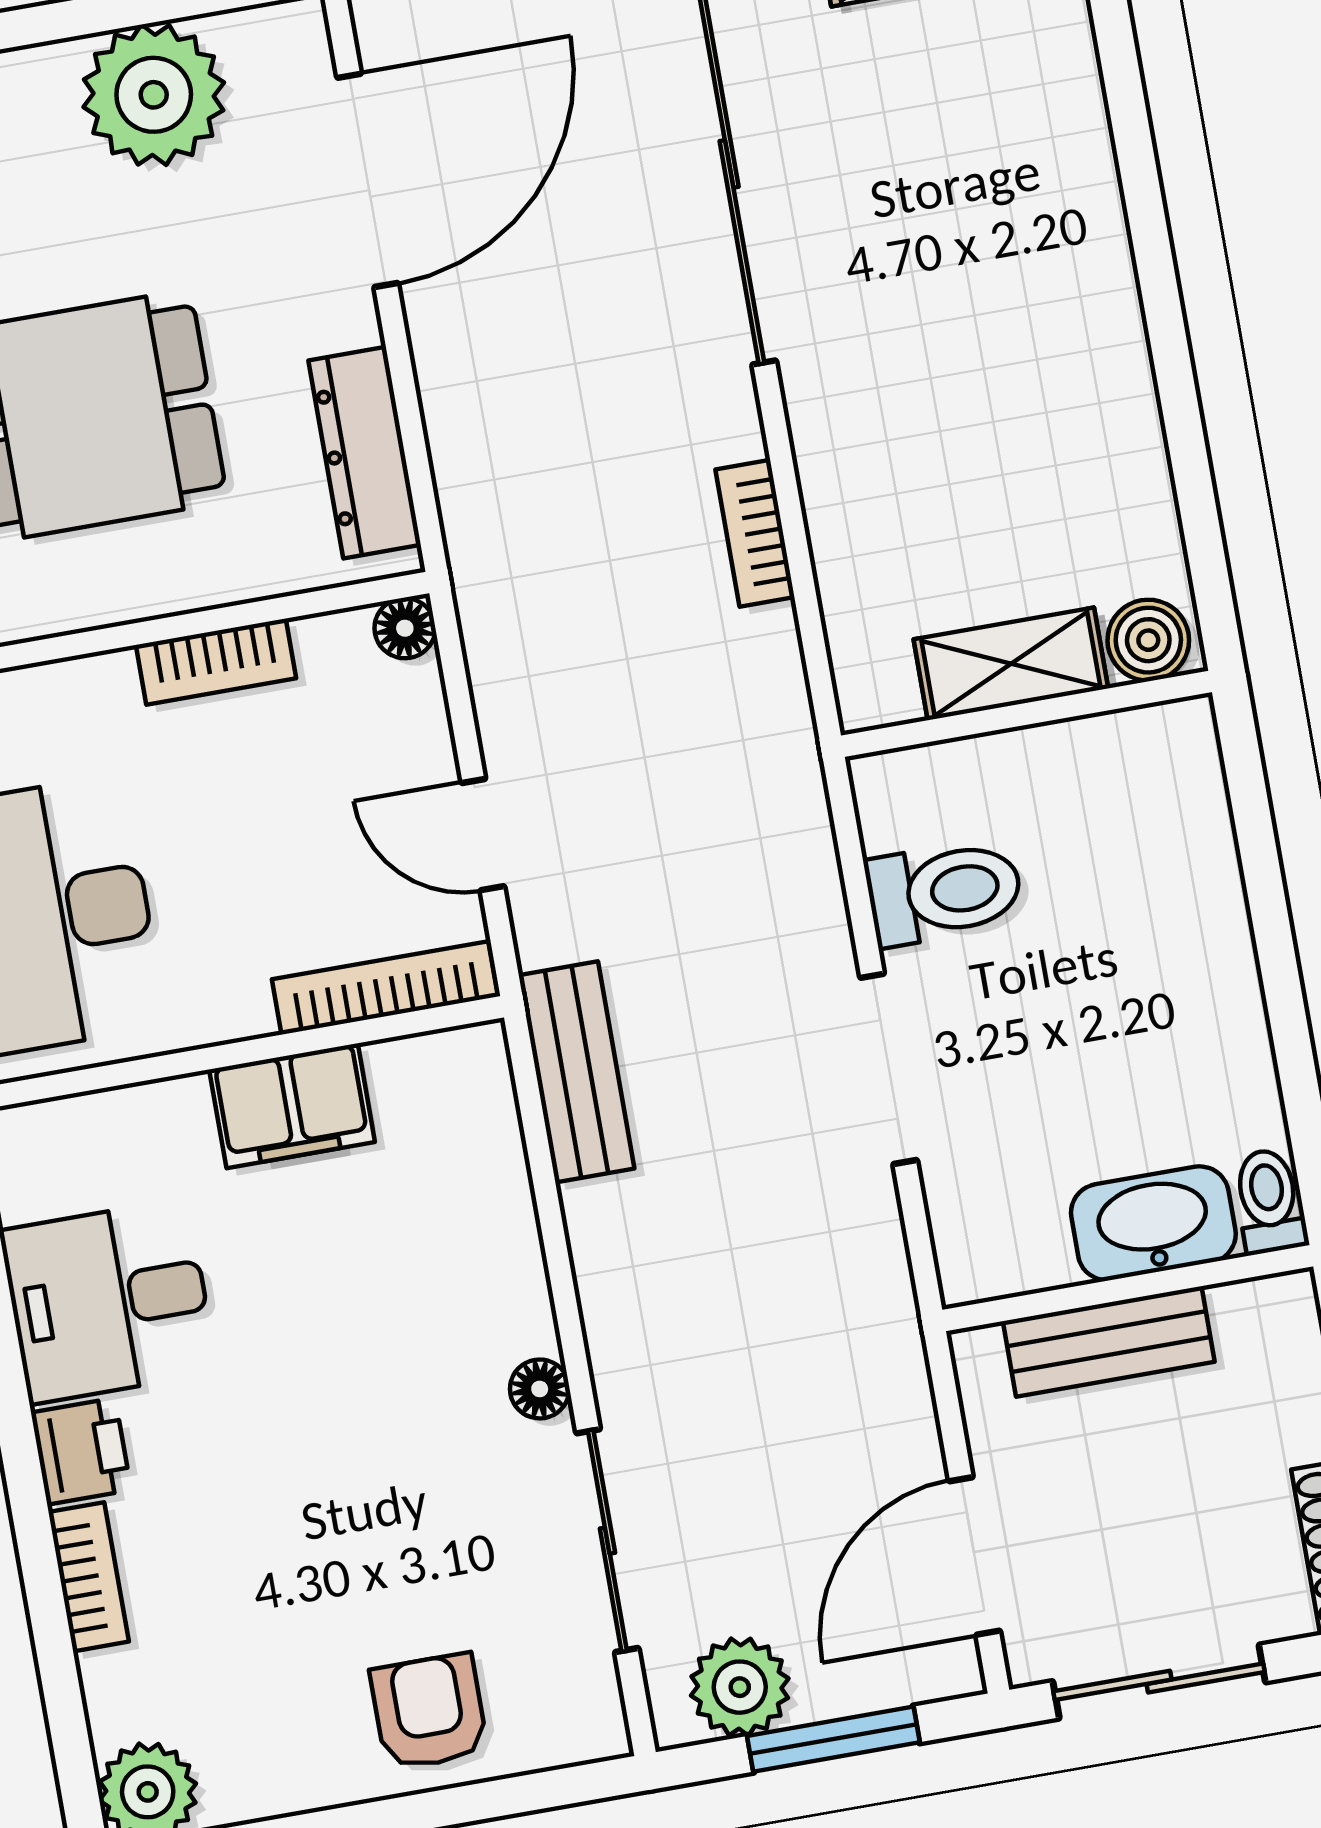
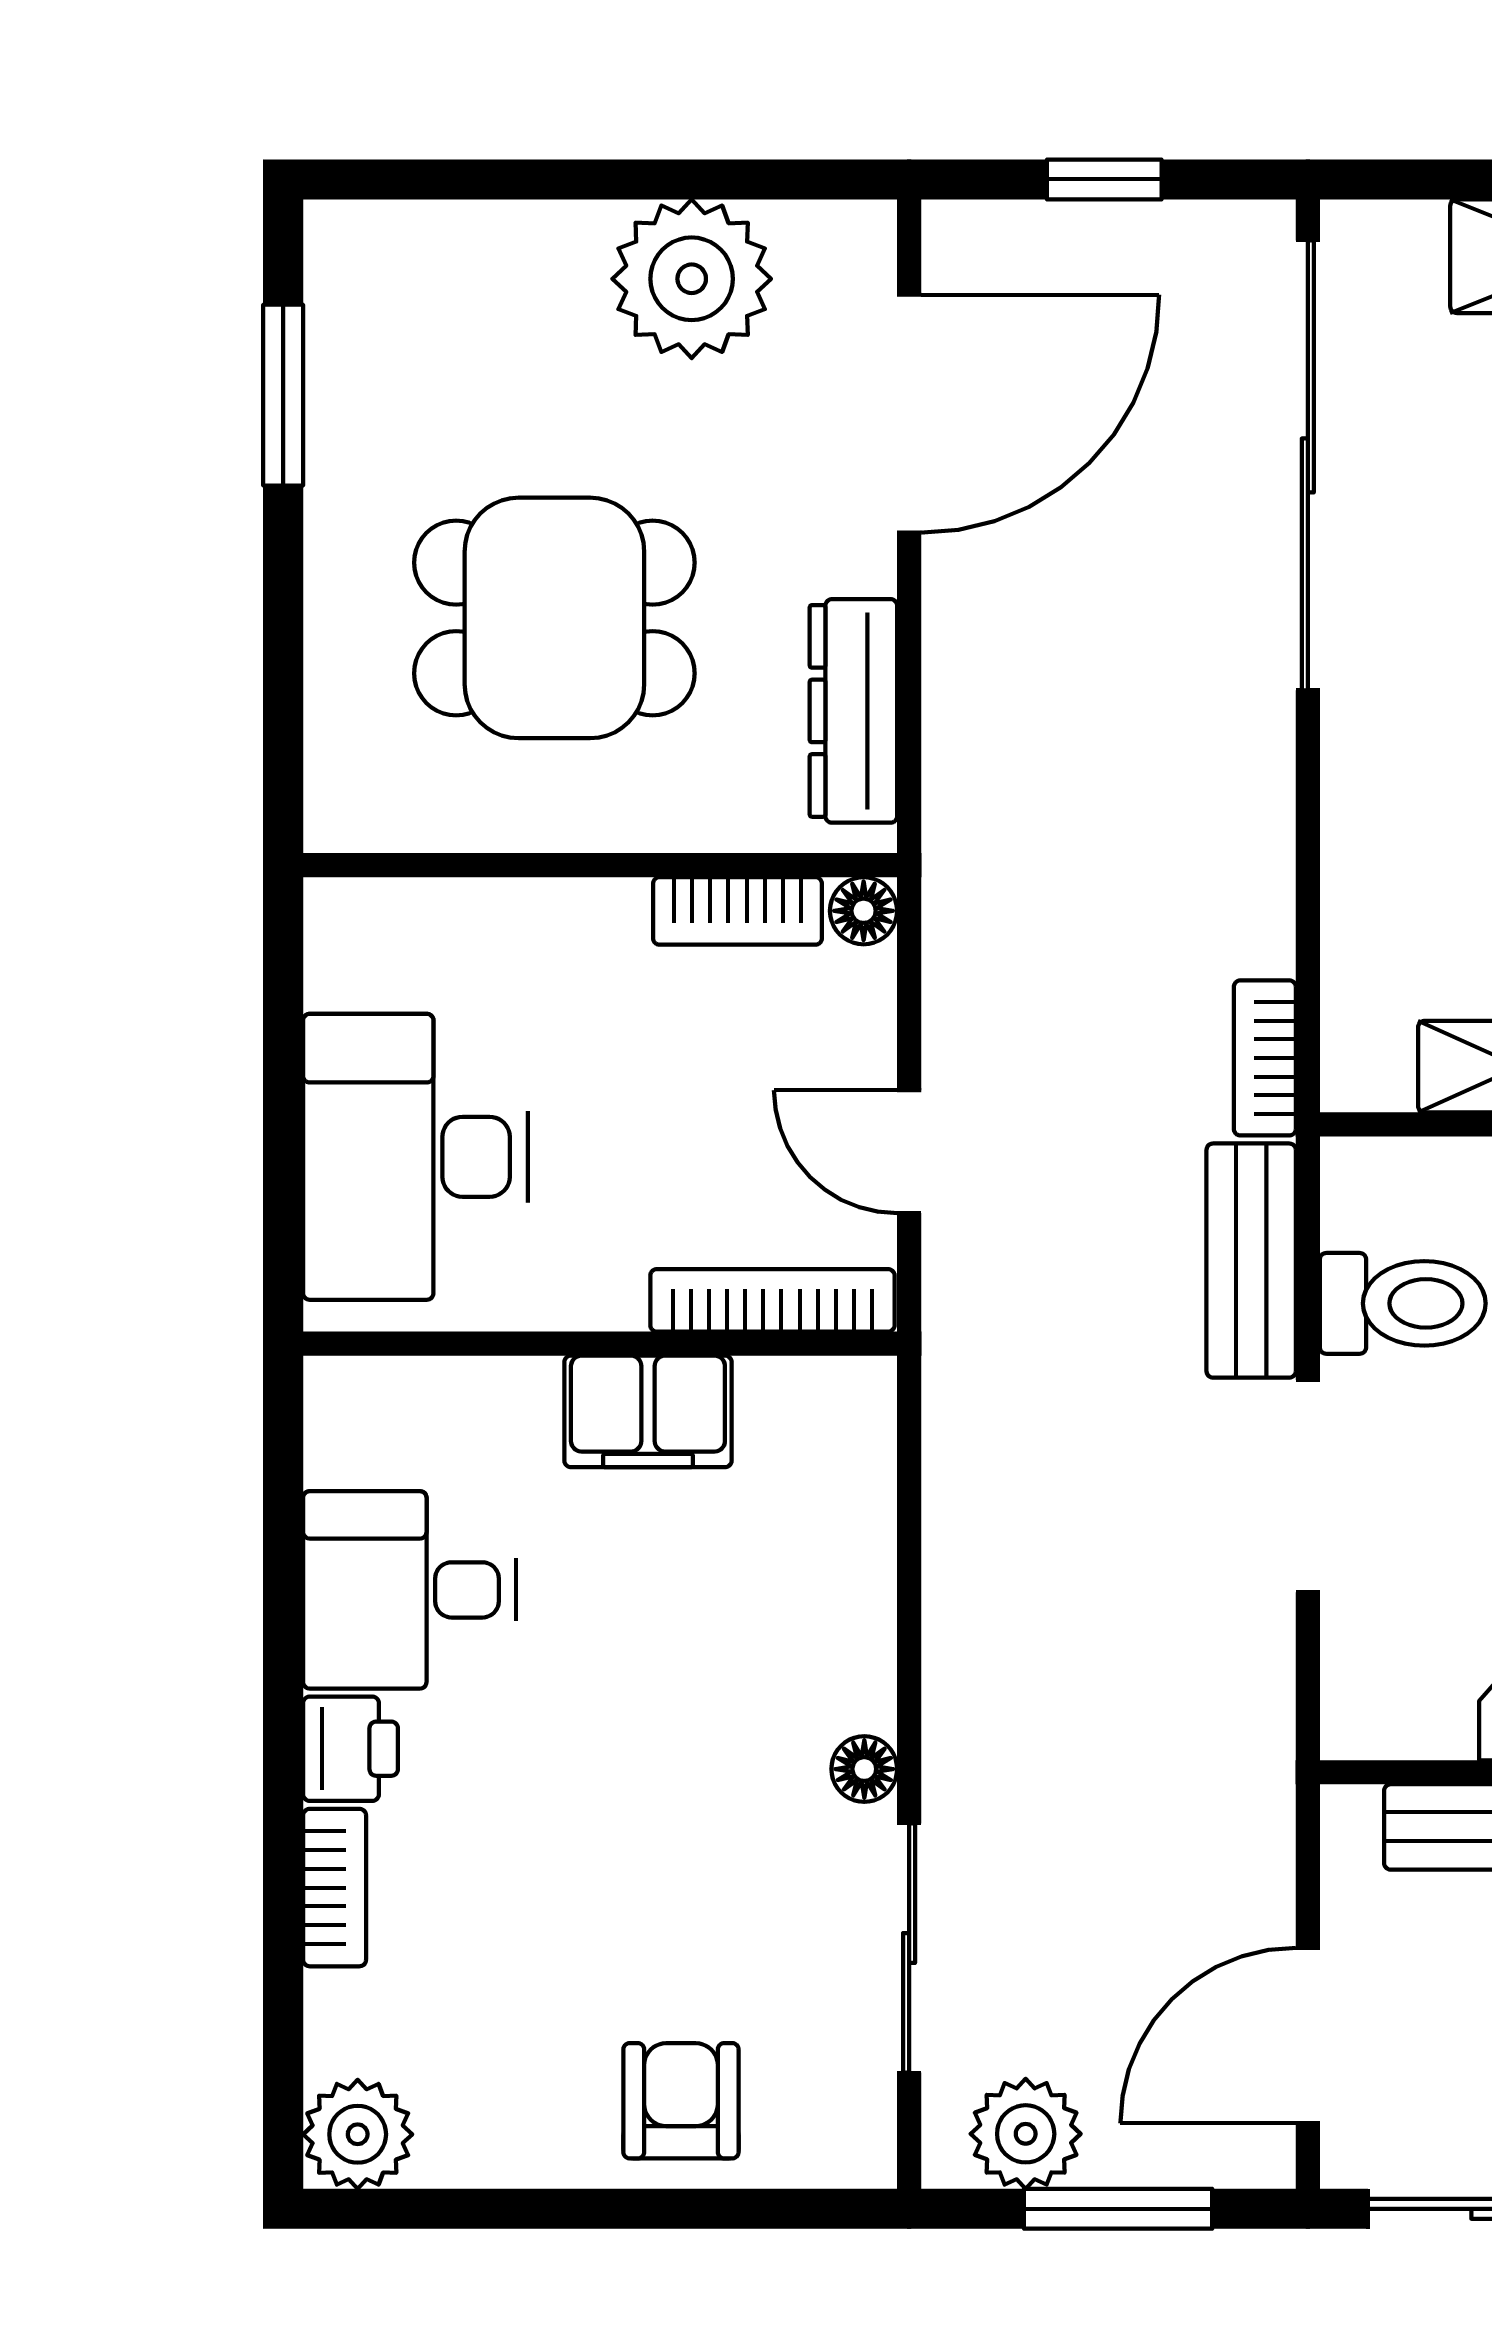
bookcase: (755, 533) -> (1265, 1058), moved
bookcase: (216, 662) -> (737, 911), moved
bench: (577, 1072) -> (1251, 1261), moved

